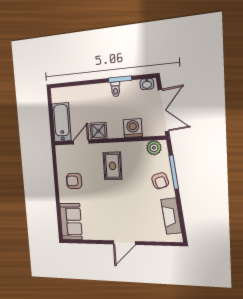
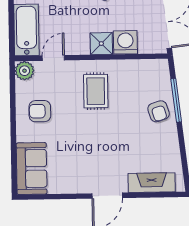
shower: (99, 131) -> (101, 44), moved
plant: (154, 148) -> (24, 71), moved
fireplace: (171, 216) -> (152, 183), moved, turned 97

